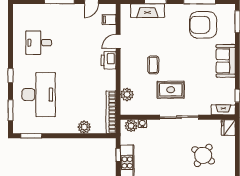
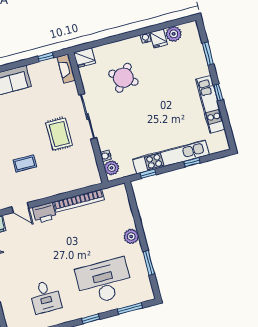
coffee table: (153, 65) -> (25, 163), moved
plant: (127, 94) -> (77, 182), removed
bookcase: (111, 112) -> (79, 201), moved
plant: (84, 127) -> (131, 236), moved
window: (31, 136) -> (149, 263), moved

